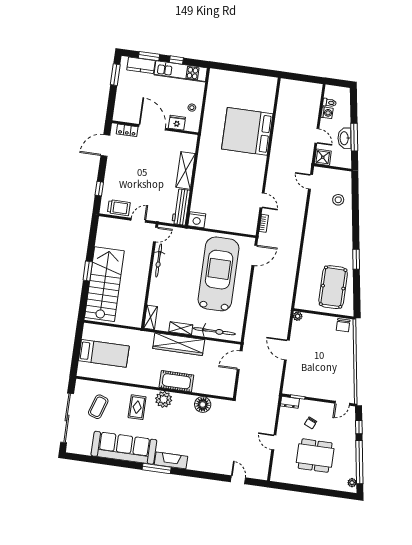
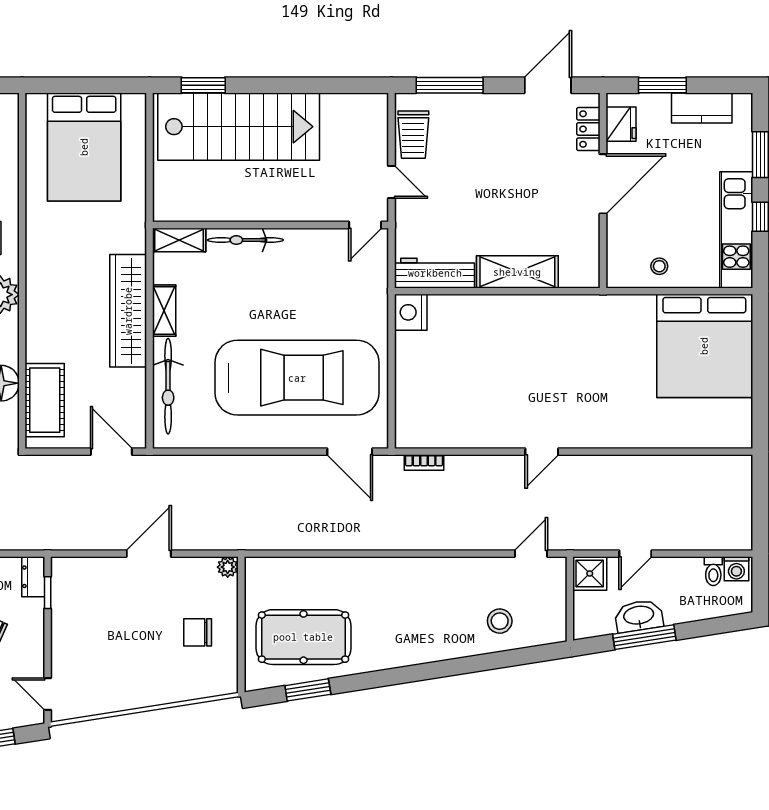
kitchen counter: (141, 65) -> (702, 108), moved, turned -90
window: (115, 75) -> (662, 85), moved
washing machine: (327, 113) -> (736, 569), moved
fridge: (177, 123) -> (621, 124), moved
bed: (247, 131) -> (704, 346), moved, turned 180
door: (105, 145) -> (548, 85), hinge flipped
window: (99, 189) -> (450, 85), width x2.17
door: (262, 200) -> (542, 452), moved
door: (156, 235) -> (365, 225), hinge flipped
window: (356, 259) -> (308, 690), moved
bicycle: (159, 260) -> (245, 240), moved
window: (88, 271) -> (203, 85), moved
chair: (343, 325) -> (198, 632), moved
bed: (104, 353) -> (84, 147), width x1.50
cot: (176, 381) -> (45, 400), moved

